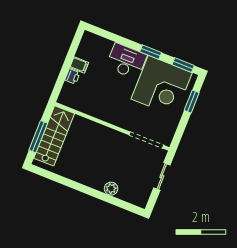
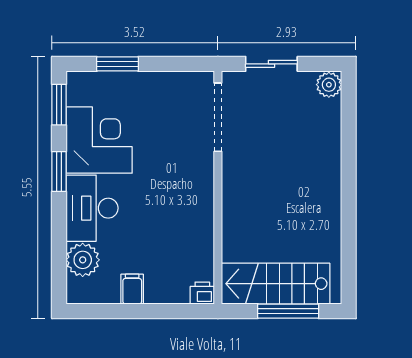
plant: (103, 47) -> (83, 260), added
printer: (72, 76) -> (202, 293), moved
corner desk: (162, 86) -> (99, 140), width x0.74, depth x0.74
plant: (111, 189) -> (329, 85), moved

